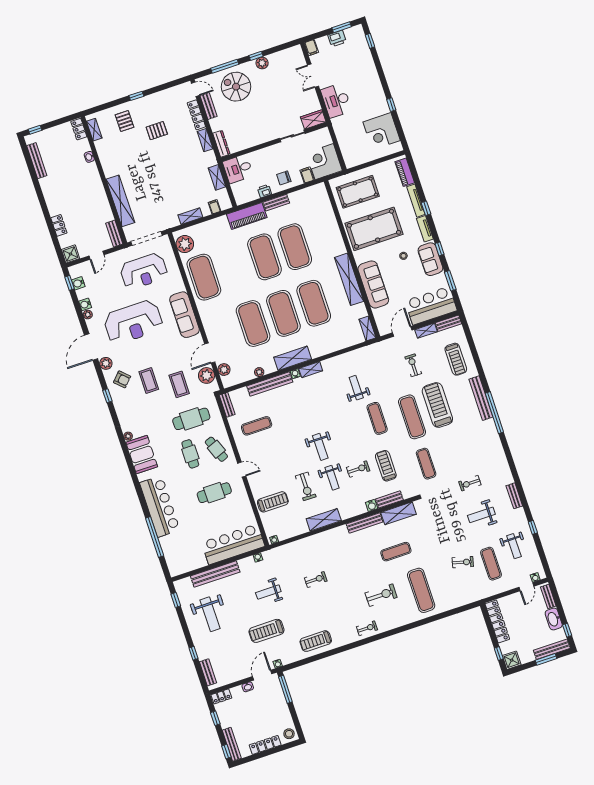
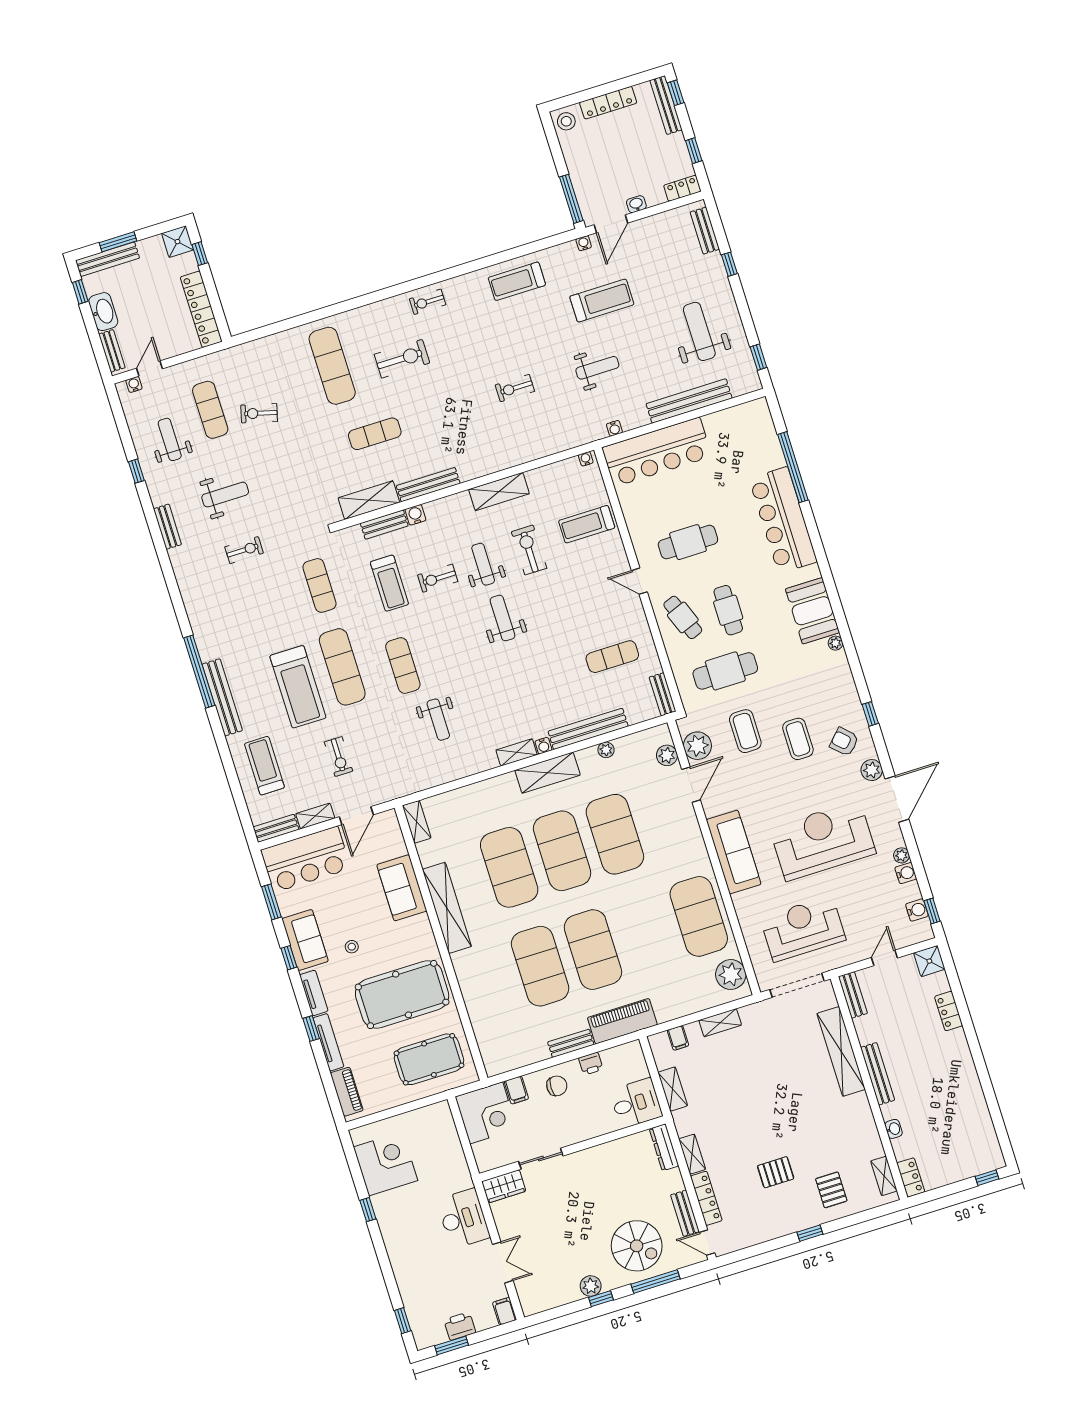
bench: (37, 161) -> (878, 1074), moved
sofa: (373, 284) -> (402, 888), width x0.73
exercise bike: (381, 595) -> (402, 359), turned 180
treadmill: (316, 641) -> (517, 281), turned 180

